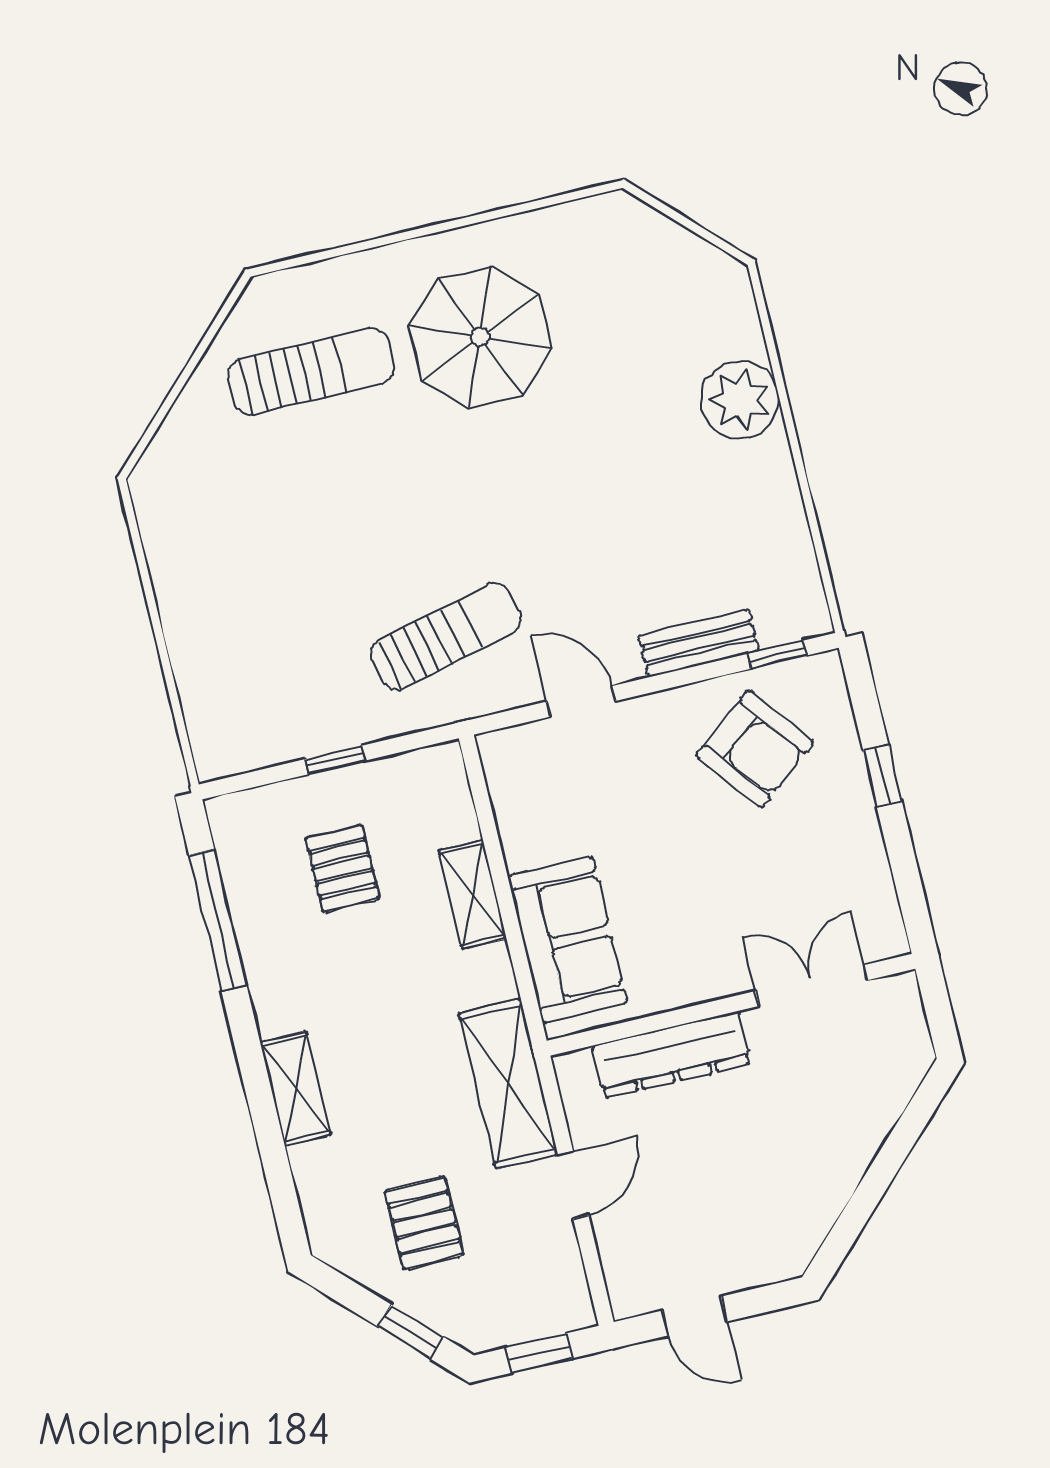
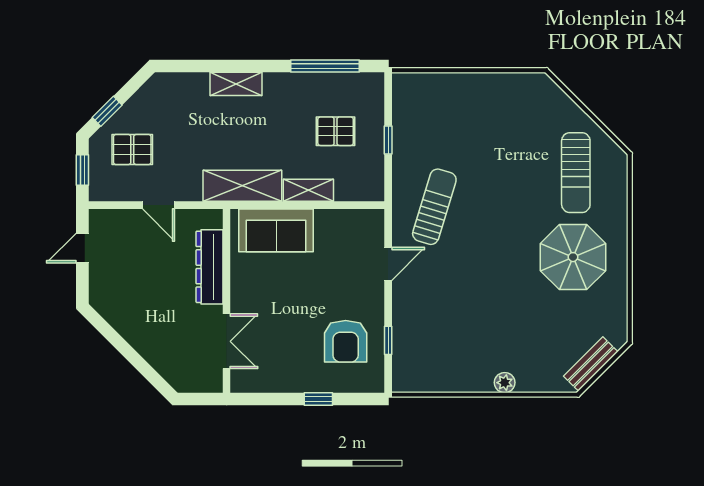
plant: (740, 400) -> (505, 383), width x0.53, depth x0.53
sun lounger: (446, 636) -> (434, 207), turned -149
bench: (699, 643) -> (591, 364), moved, turned 45
window: (777, 655) -> (388, 340), moved
armchair: (755, 749) -> (346, 341), turned -52
shelving: (508, 1084) -> (242, 186), moved
pallet: (424, 1223) -> (132, 150), moved

